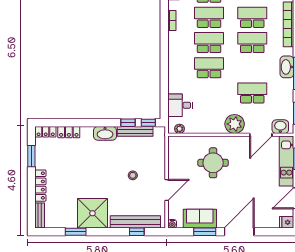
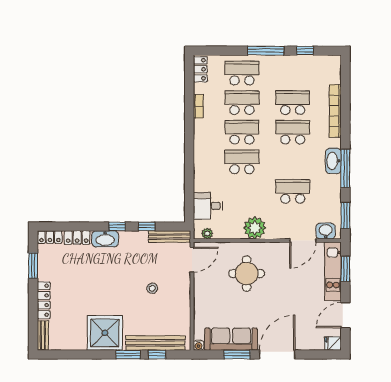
window: (148, 123) -> (117, 226), moved
plant: (235, 124) -> (255, 228), moved
bench: (135, 131) -> (169, 237), moved
washbasin: (105, 133) -> (105, 239), moved
door: (167, 190) -> (192, 260), moved
sofa: (200, 219) -> (231, 339), width x1.36
window: (76, 232) -> (128, 355), moved

